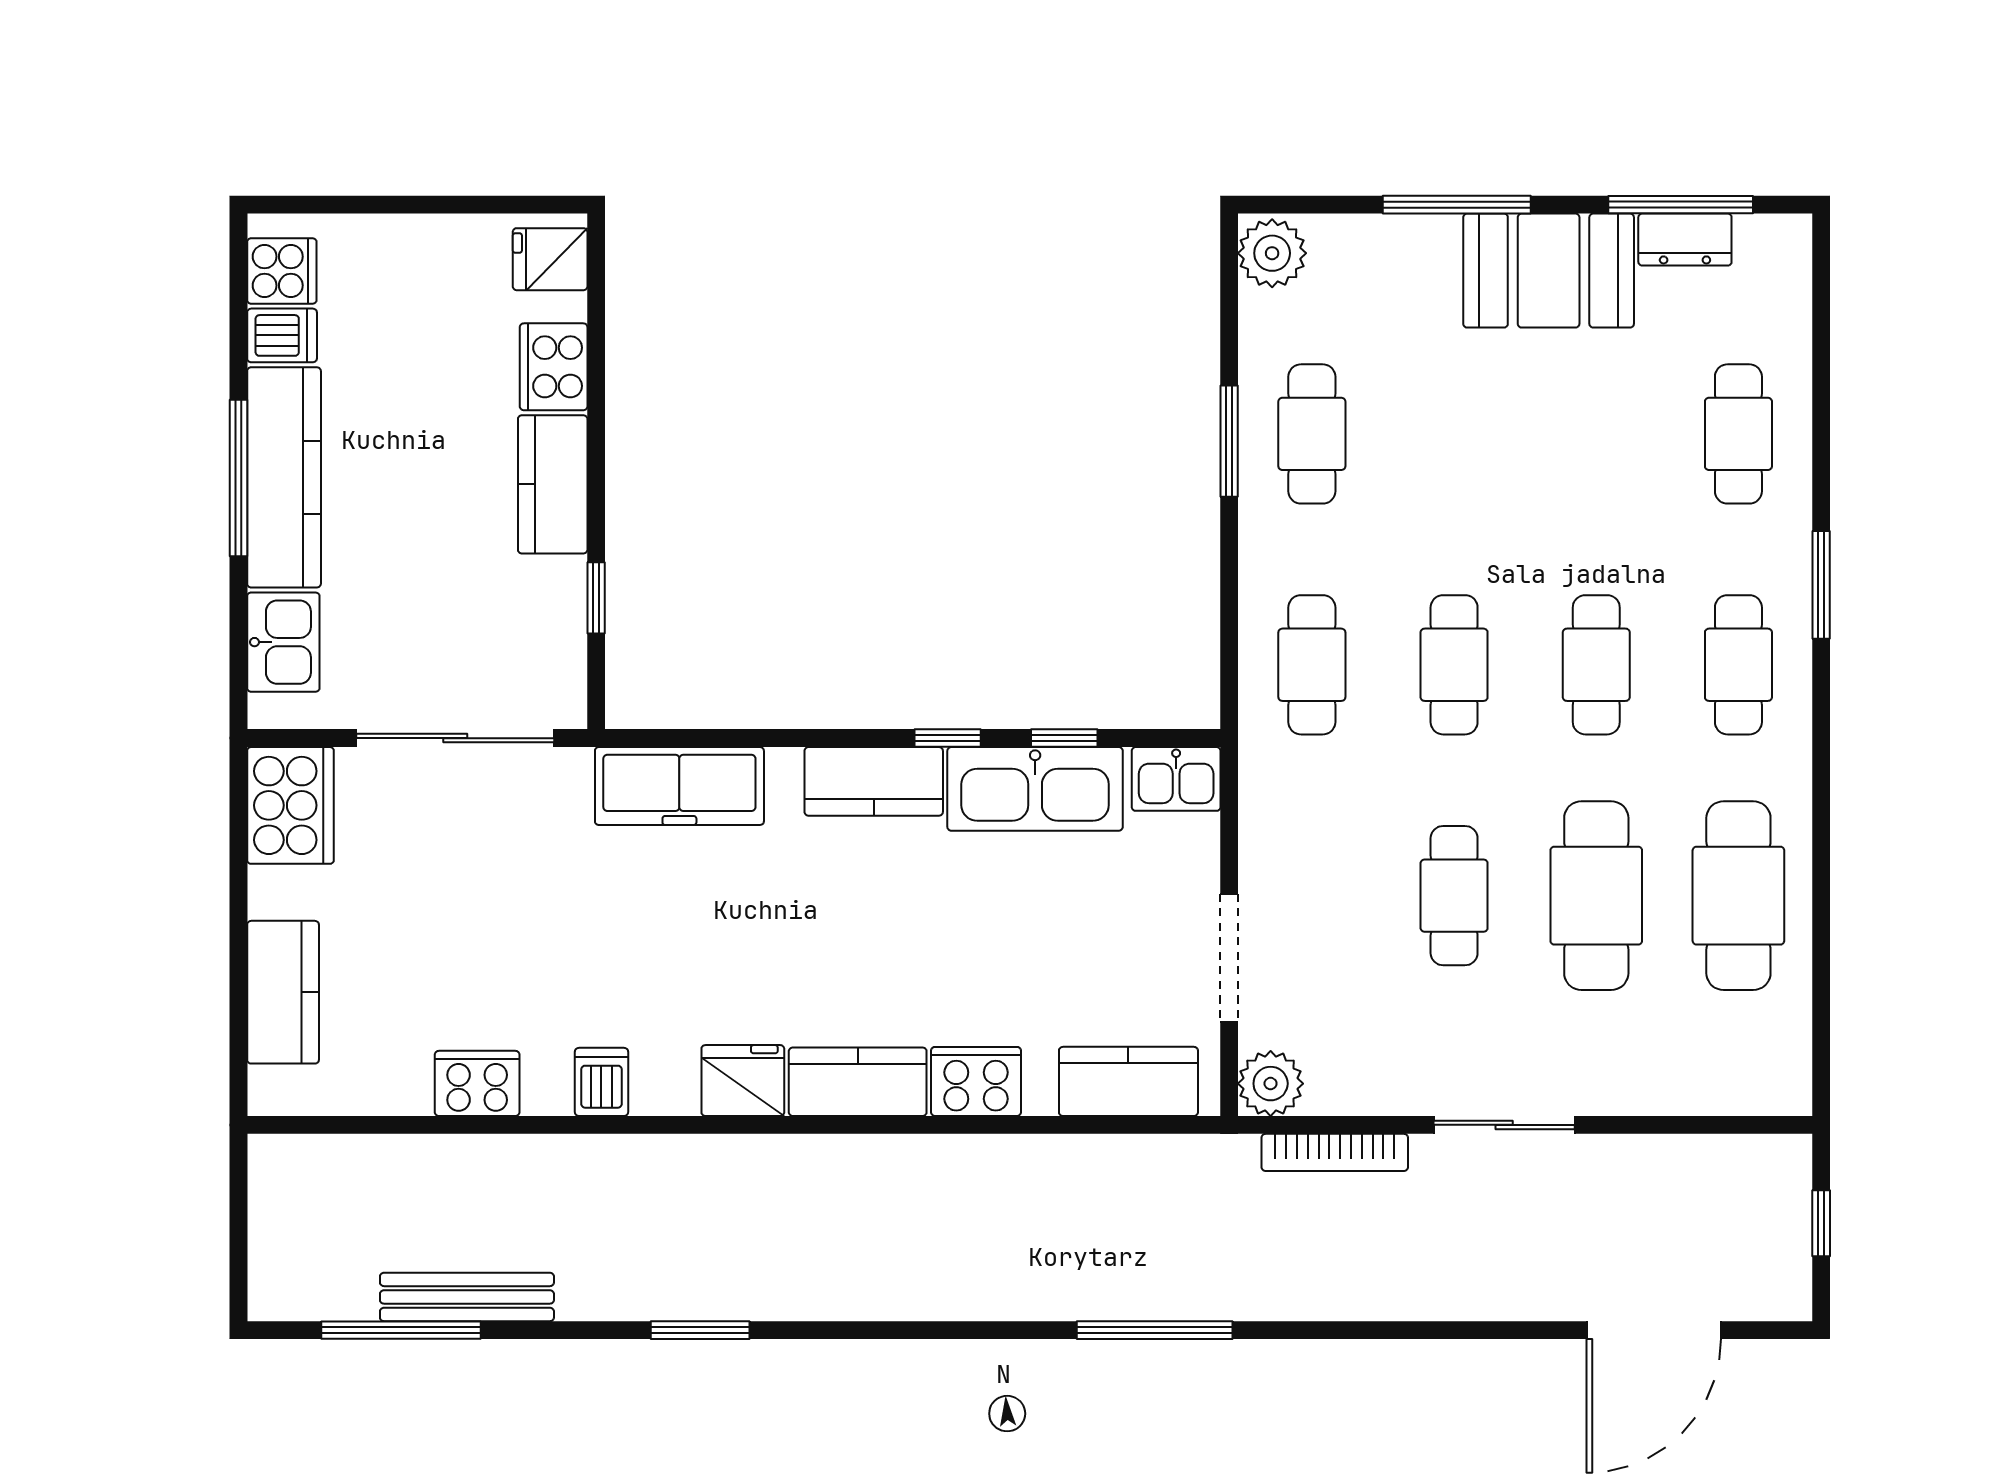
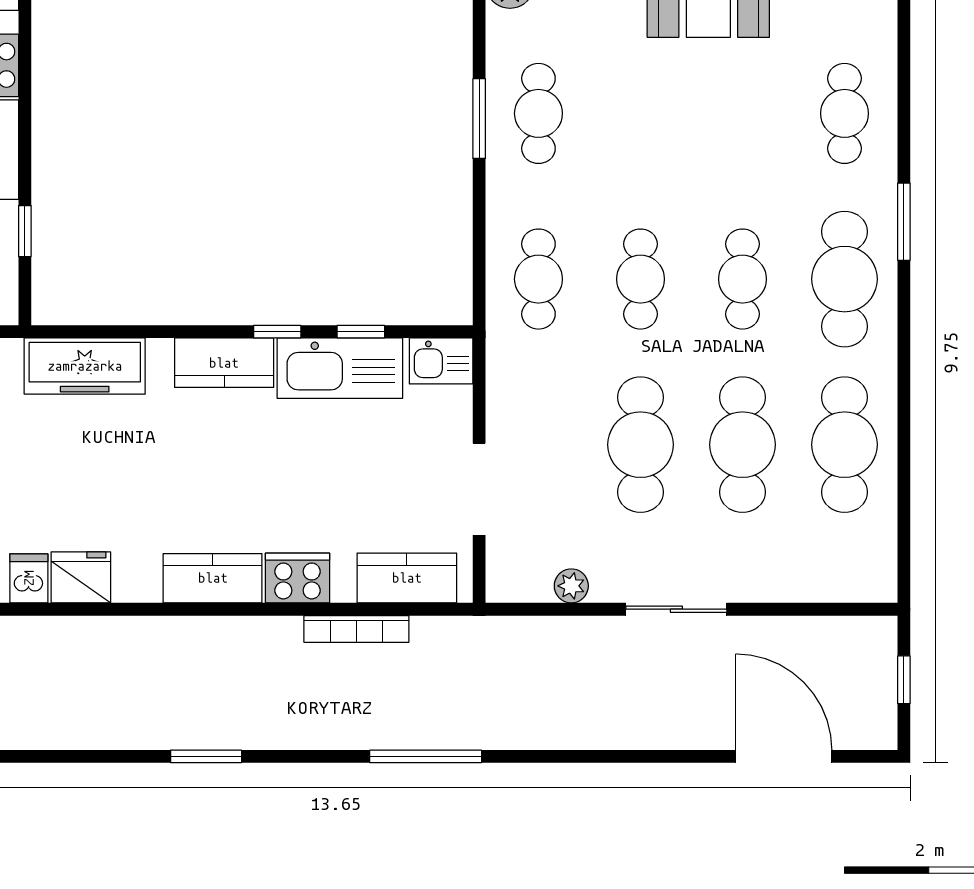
cafe table: (1738, 665) -> (845, 279), width x1.37, depth x1.35
cafe table: (1454, 896) -> (640, 445), width x1.37, depth x1.35
fridge: (743, 1081) -> (81, 577), moved
plant: (1271, 1084) -> (571, 586), moved, width x0.73, depth x0.73
bookcase: (1335, 1152) -> (356, 629), moved
window: (700, 1330) -> (206, 756), moved
door: (1654, 1330) -> (784, 756), swing flipped

